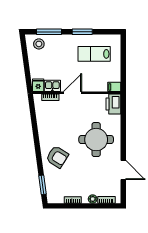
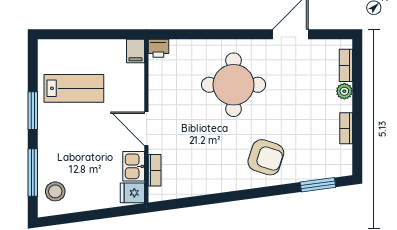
lab bench: (94, 54) -> (74, 88), turned -90
printer: (113, 104) -> (158, 48), width x0.53, depth x0.68
armchair: (57, 157) -> (266, 157), turned 76

